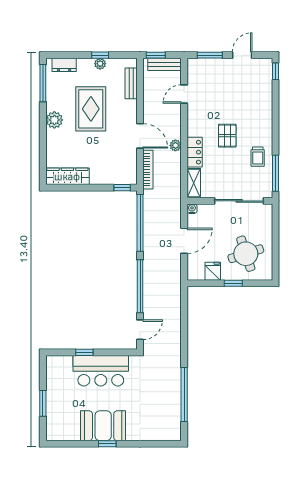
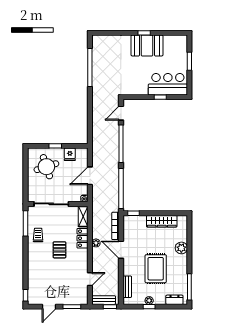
plant: (54, 120) -> (181, 248), moved
wardrobe: (67, 176) -> (162, 221), moved
bar counter: (101, 371) -> (168, 84), moved

